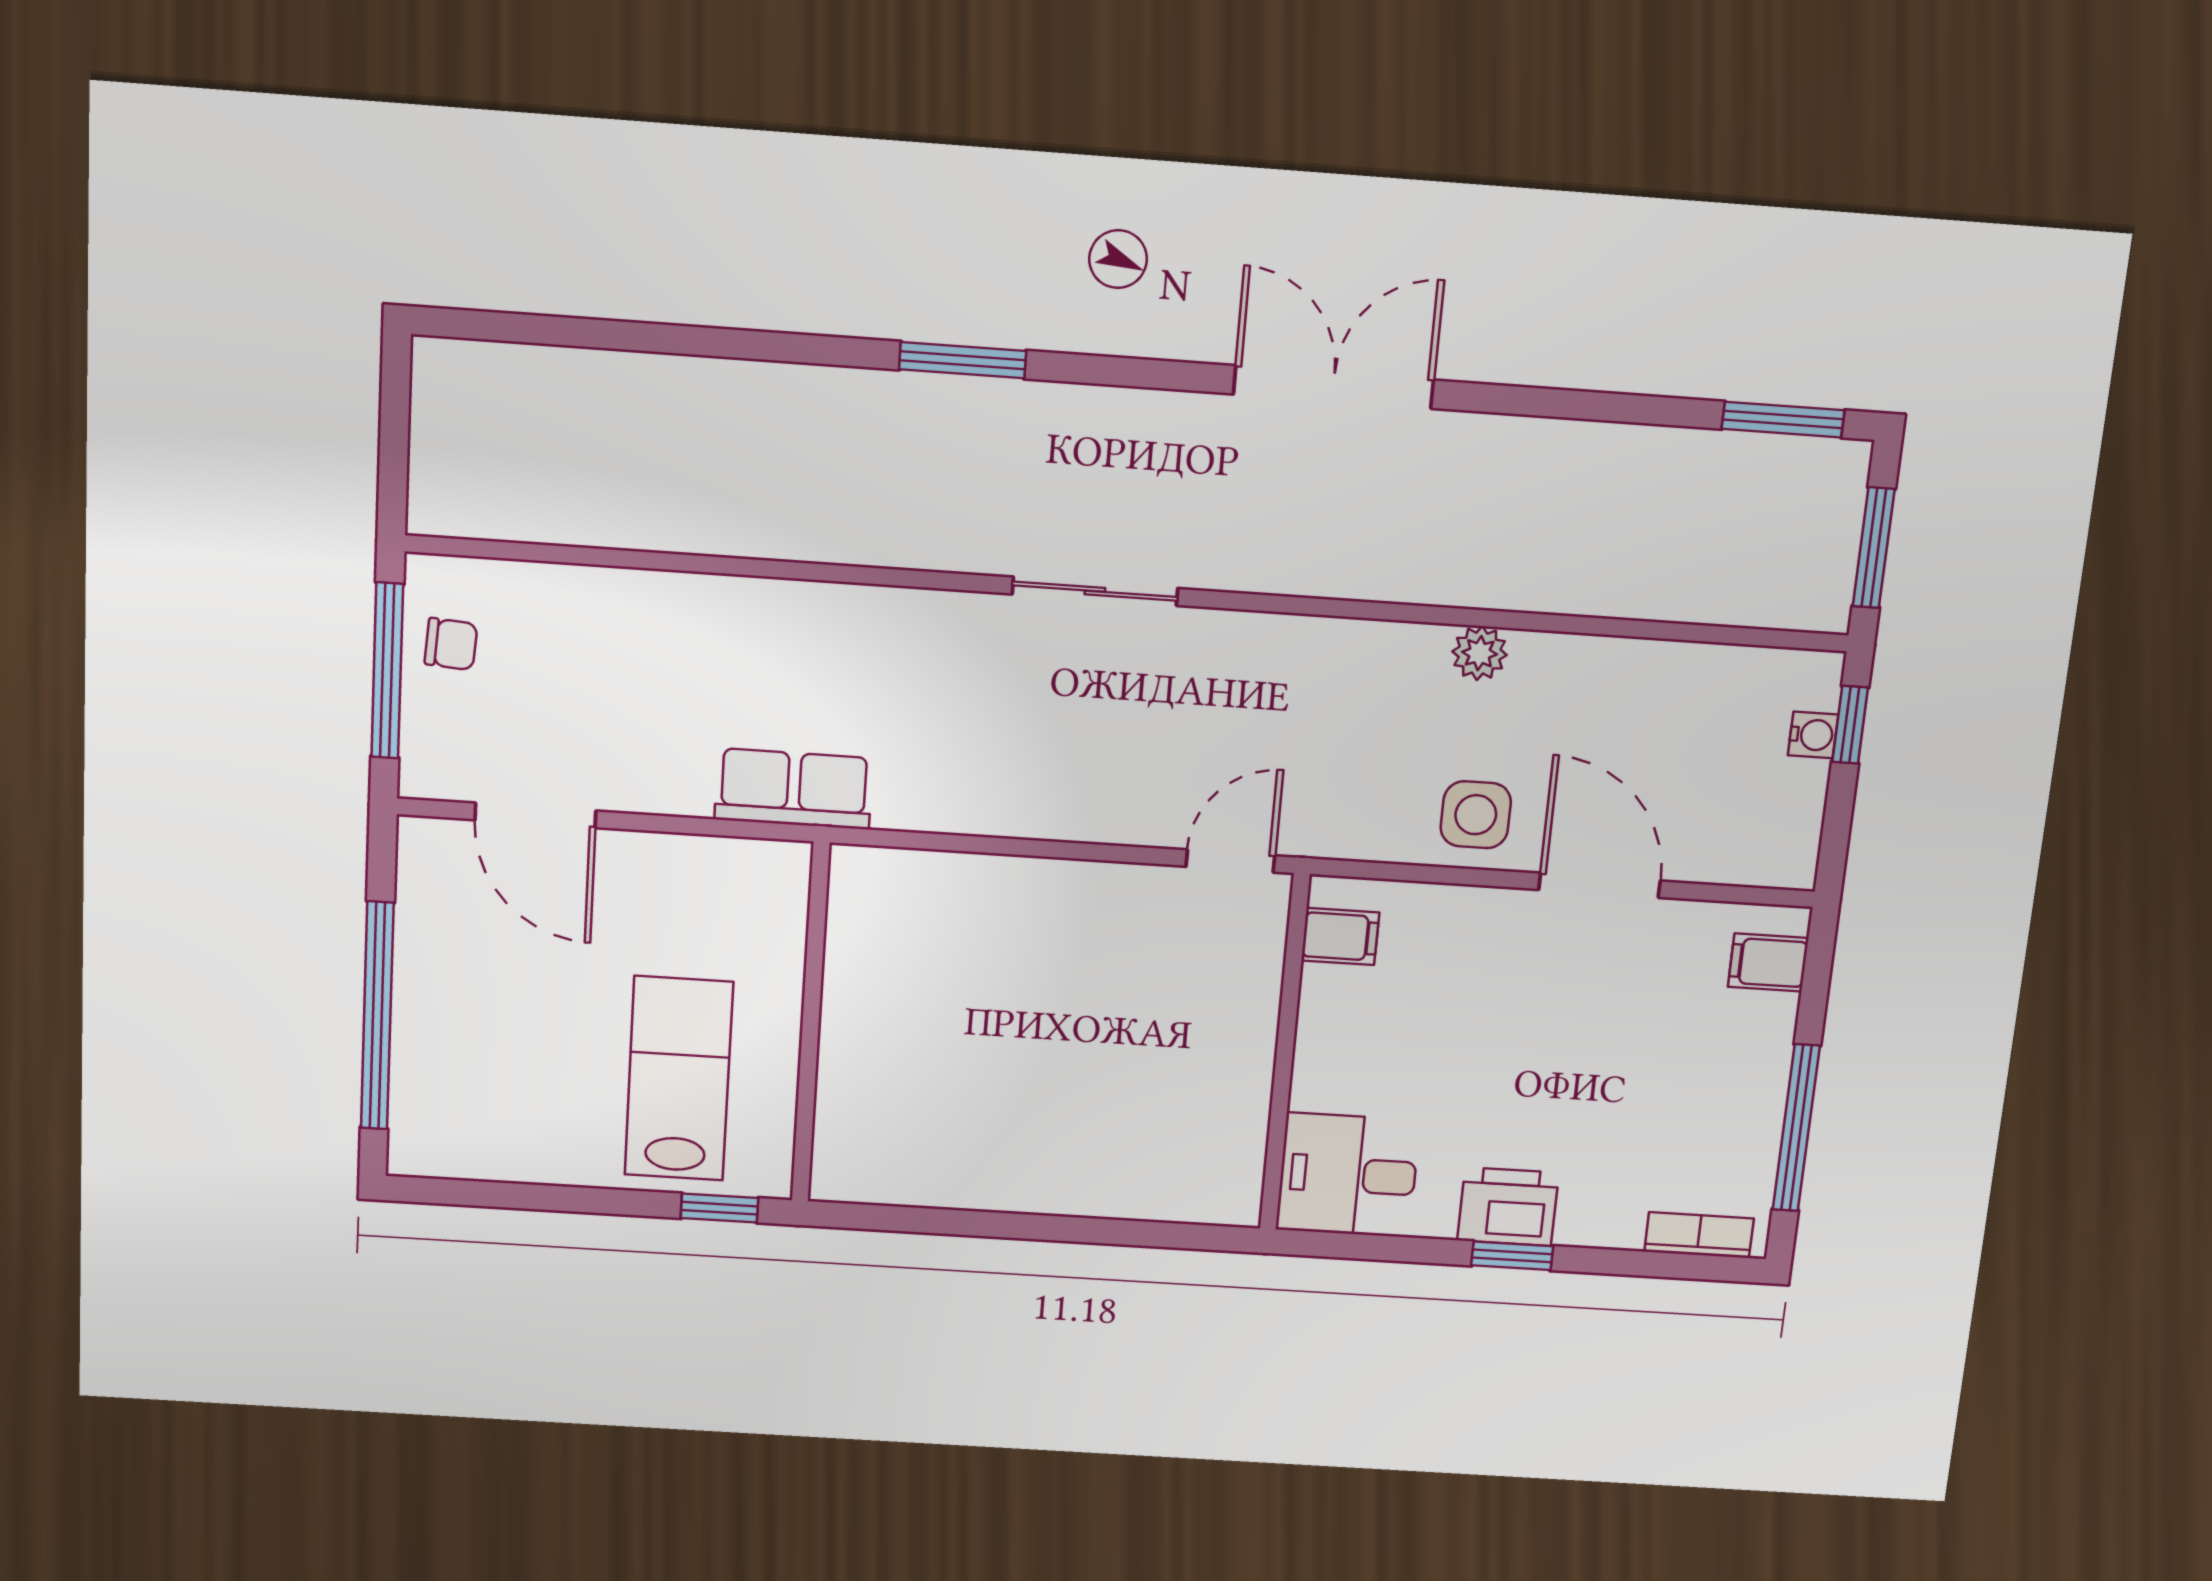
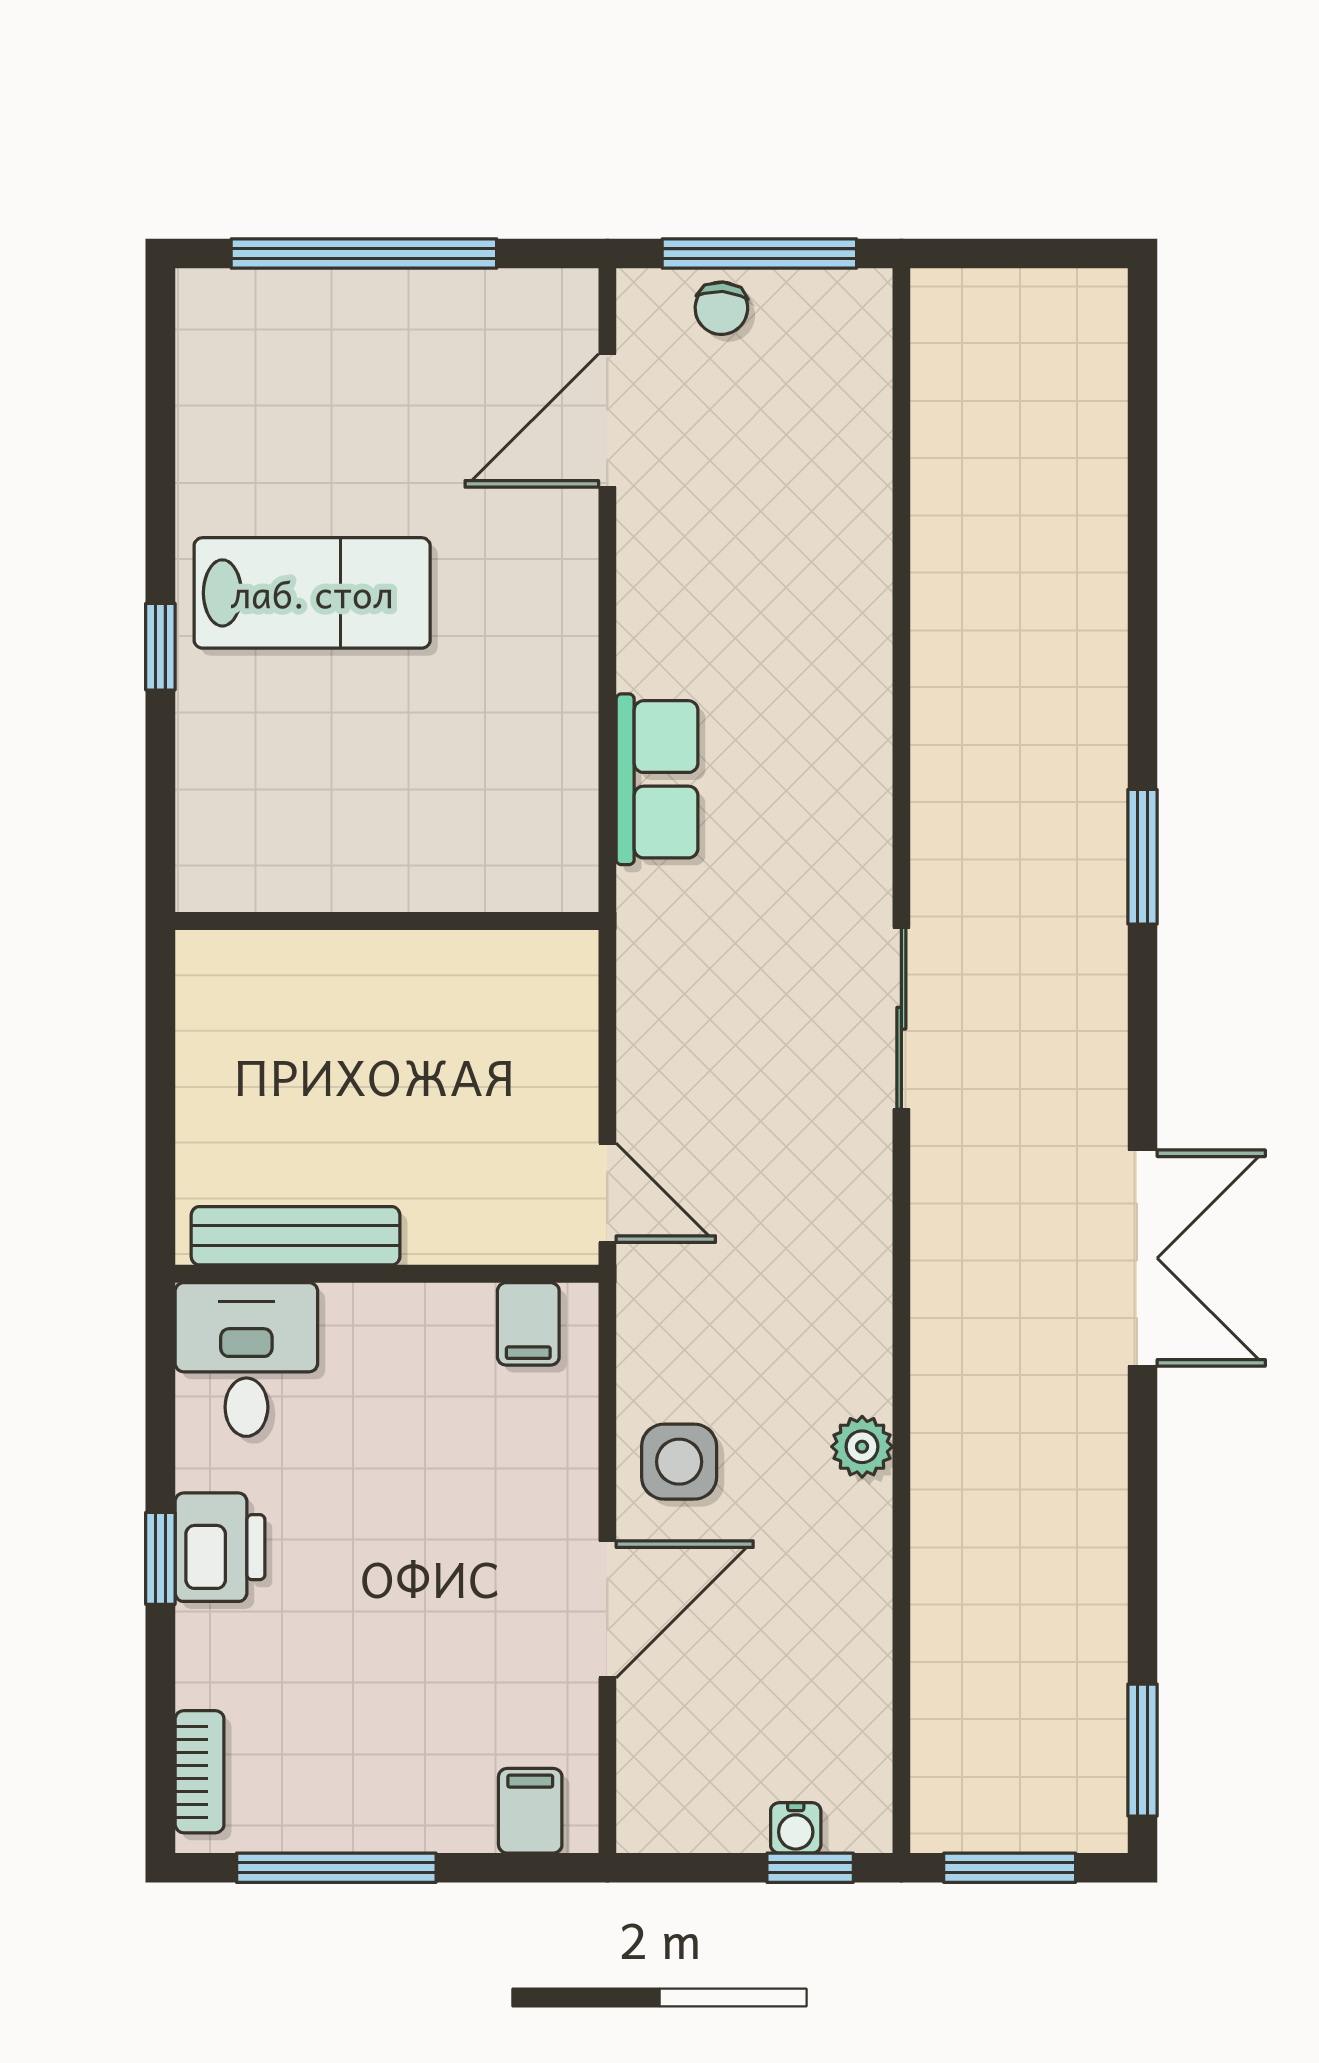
chair: (451, 644) -> (721, 308), moved
row of seats: (794, 789) -> (657, 779), moved
wall: (811, 1024) -> (387, 921), moved
bench: (1244, 1128) -> (296, 1236), added

